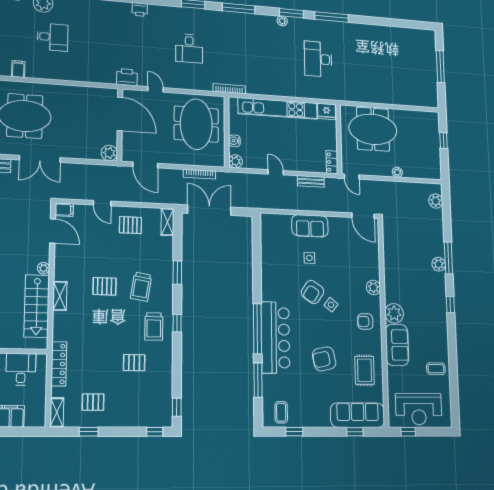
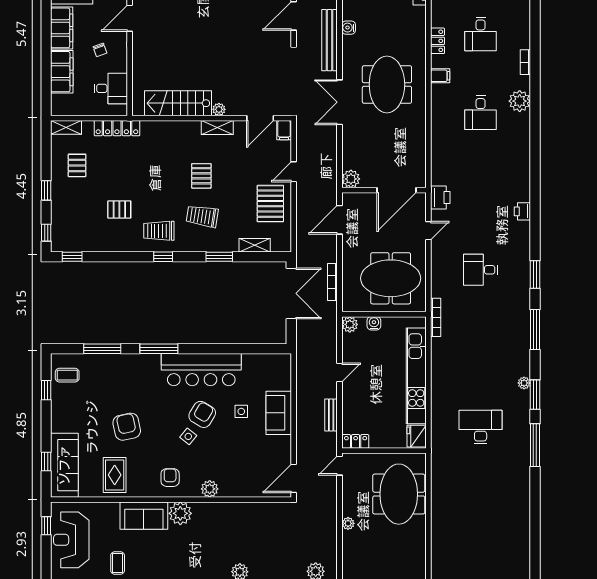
shelving: (167, 222) -> (255, 245), moved
pallet: (130, 225) -> (270, 204), width x1.50, depth x1.42
armchair: (313, 292) -> (202, 414), turned 87
shelving: (60, 296) -> (217, 128), moved
window: (257, 329) -> (159, 349), width x0.68
bar counter: (275, 338) -> (201, 370), moved
pallet: (134, 363) -> (119, 209), turned 90
rug: (364, 370) -> (115, 475), turned 90
window: (89, 432) -> (46, 190), moved

